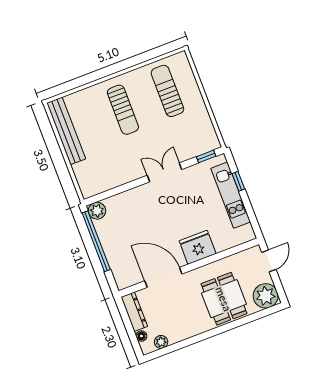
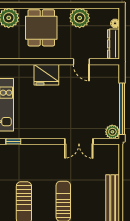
double door: (164, 172) -> (79, 141), moved
door: (163, 277) -> (81, 62), width x0.53
plant: (161, 342) -> (80, 18), moved, width x1.87, depth x1.87

